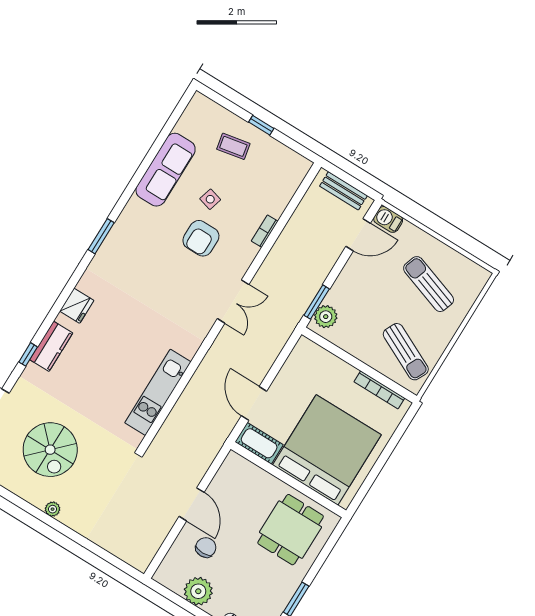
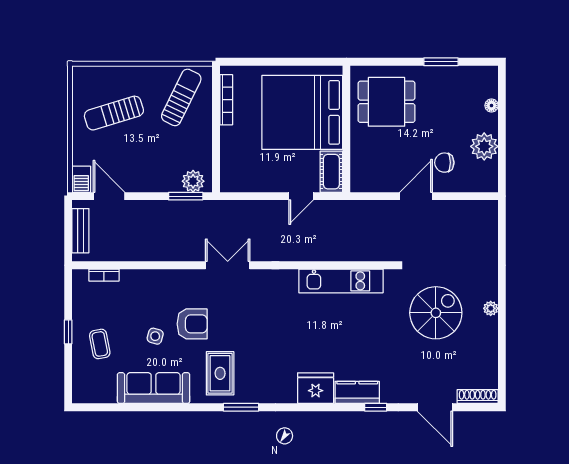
bookcase: (265, 231) -> (104, 275), moved
rug: (142, 236) -> (220, 373), added
sun lounger: (429, 284) -> (114, 113), turned 54
fridge: (77, 306) -> (316, 388), width x1.36, depth x1.34
door: (254, 403) -> (301, 196), width x0.73
spiral stairs: (50, 450) -> (436, 313), moved

